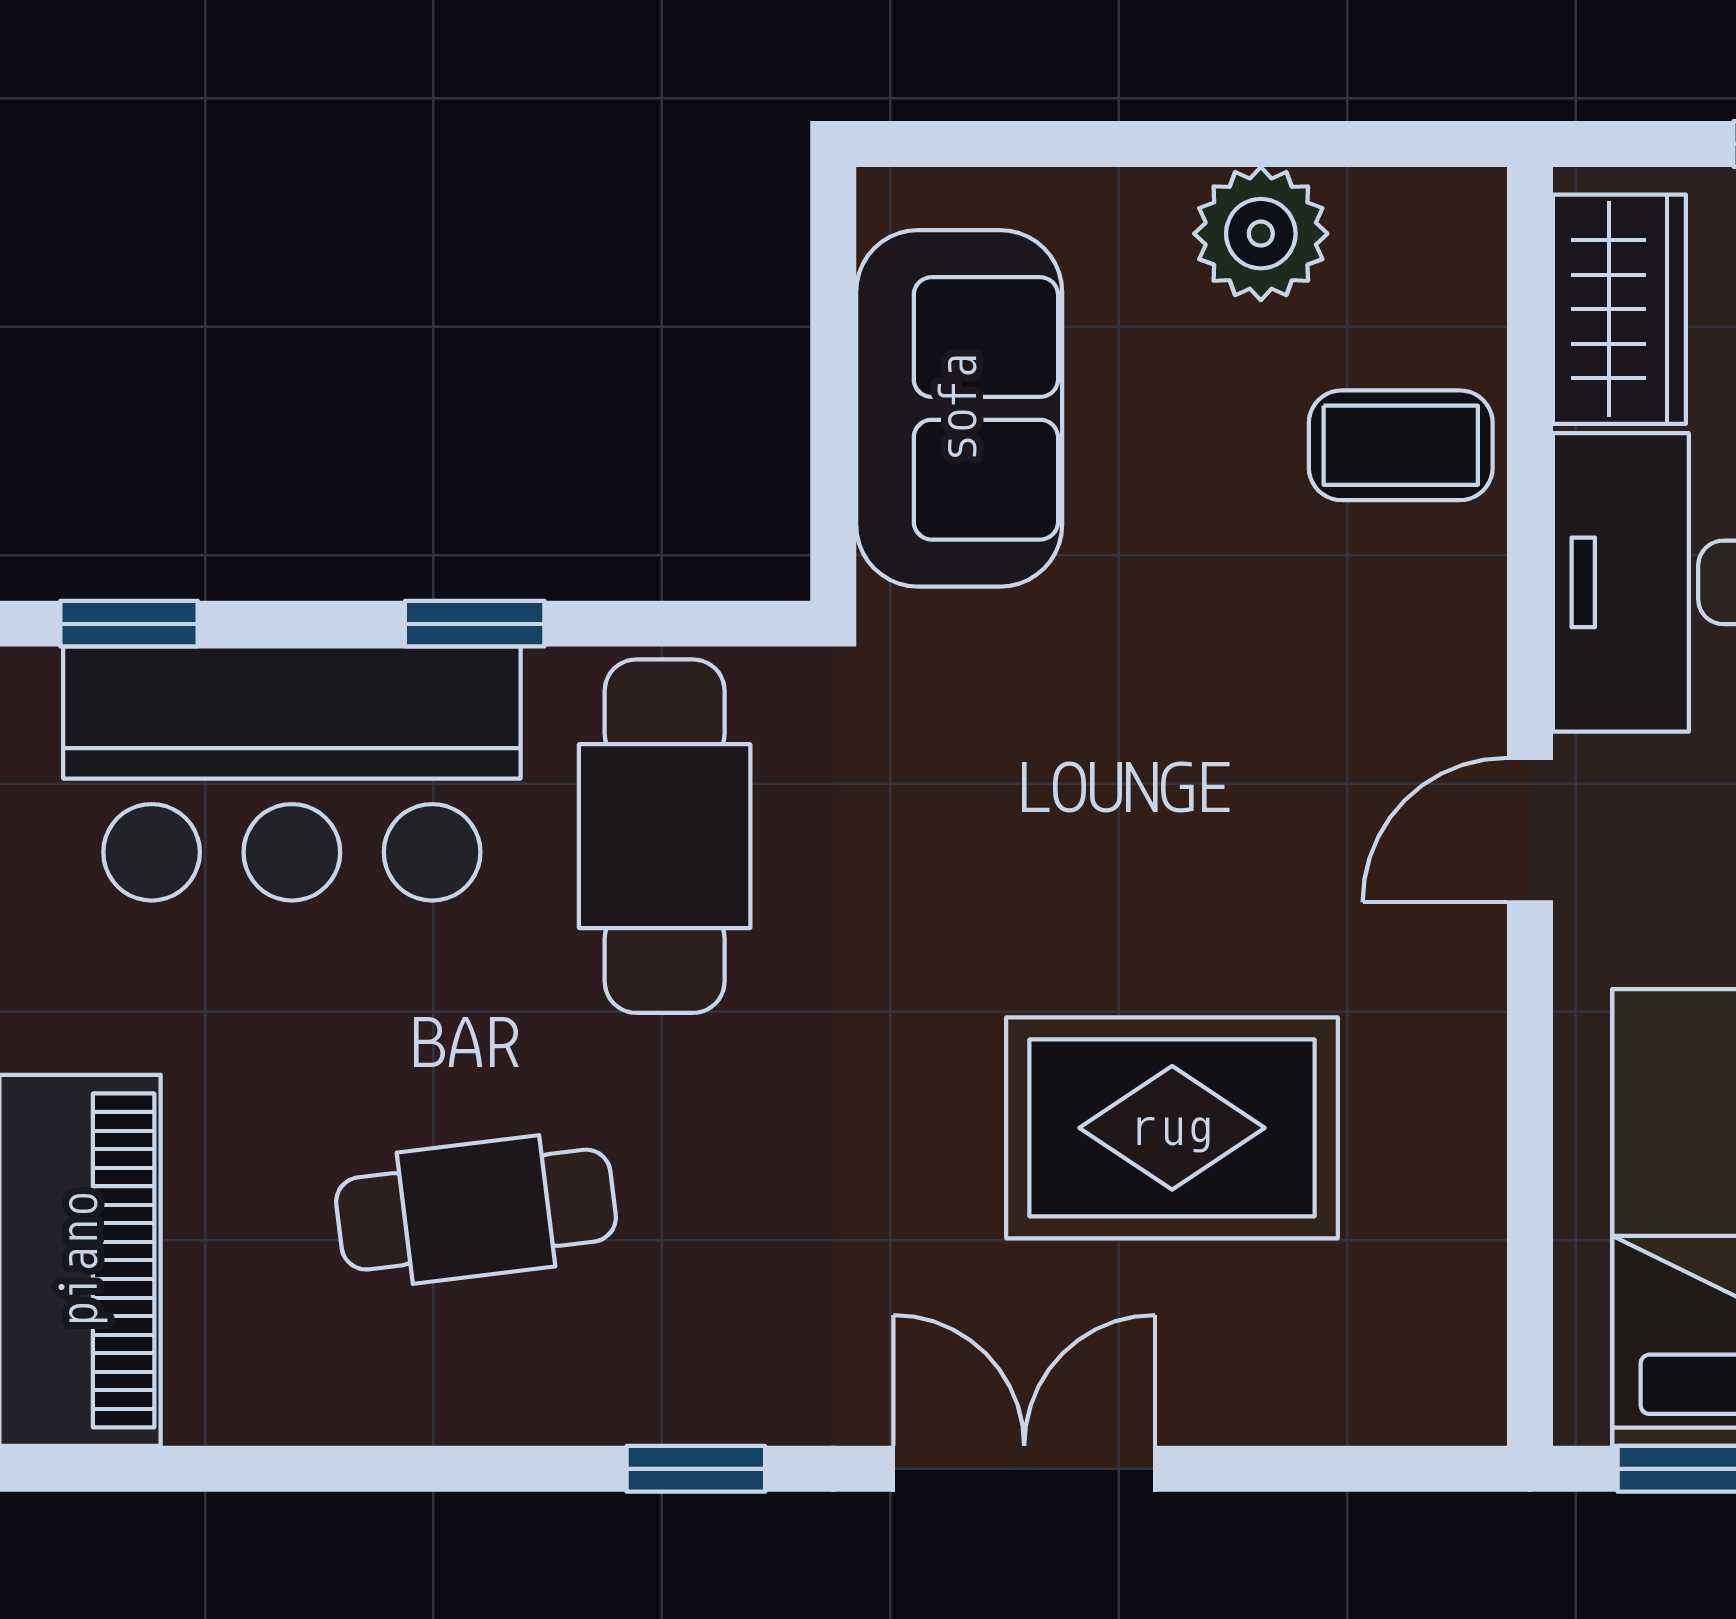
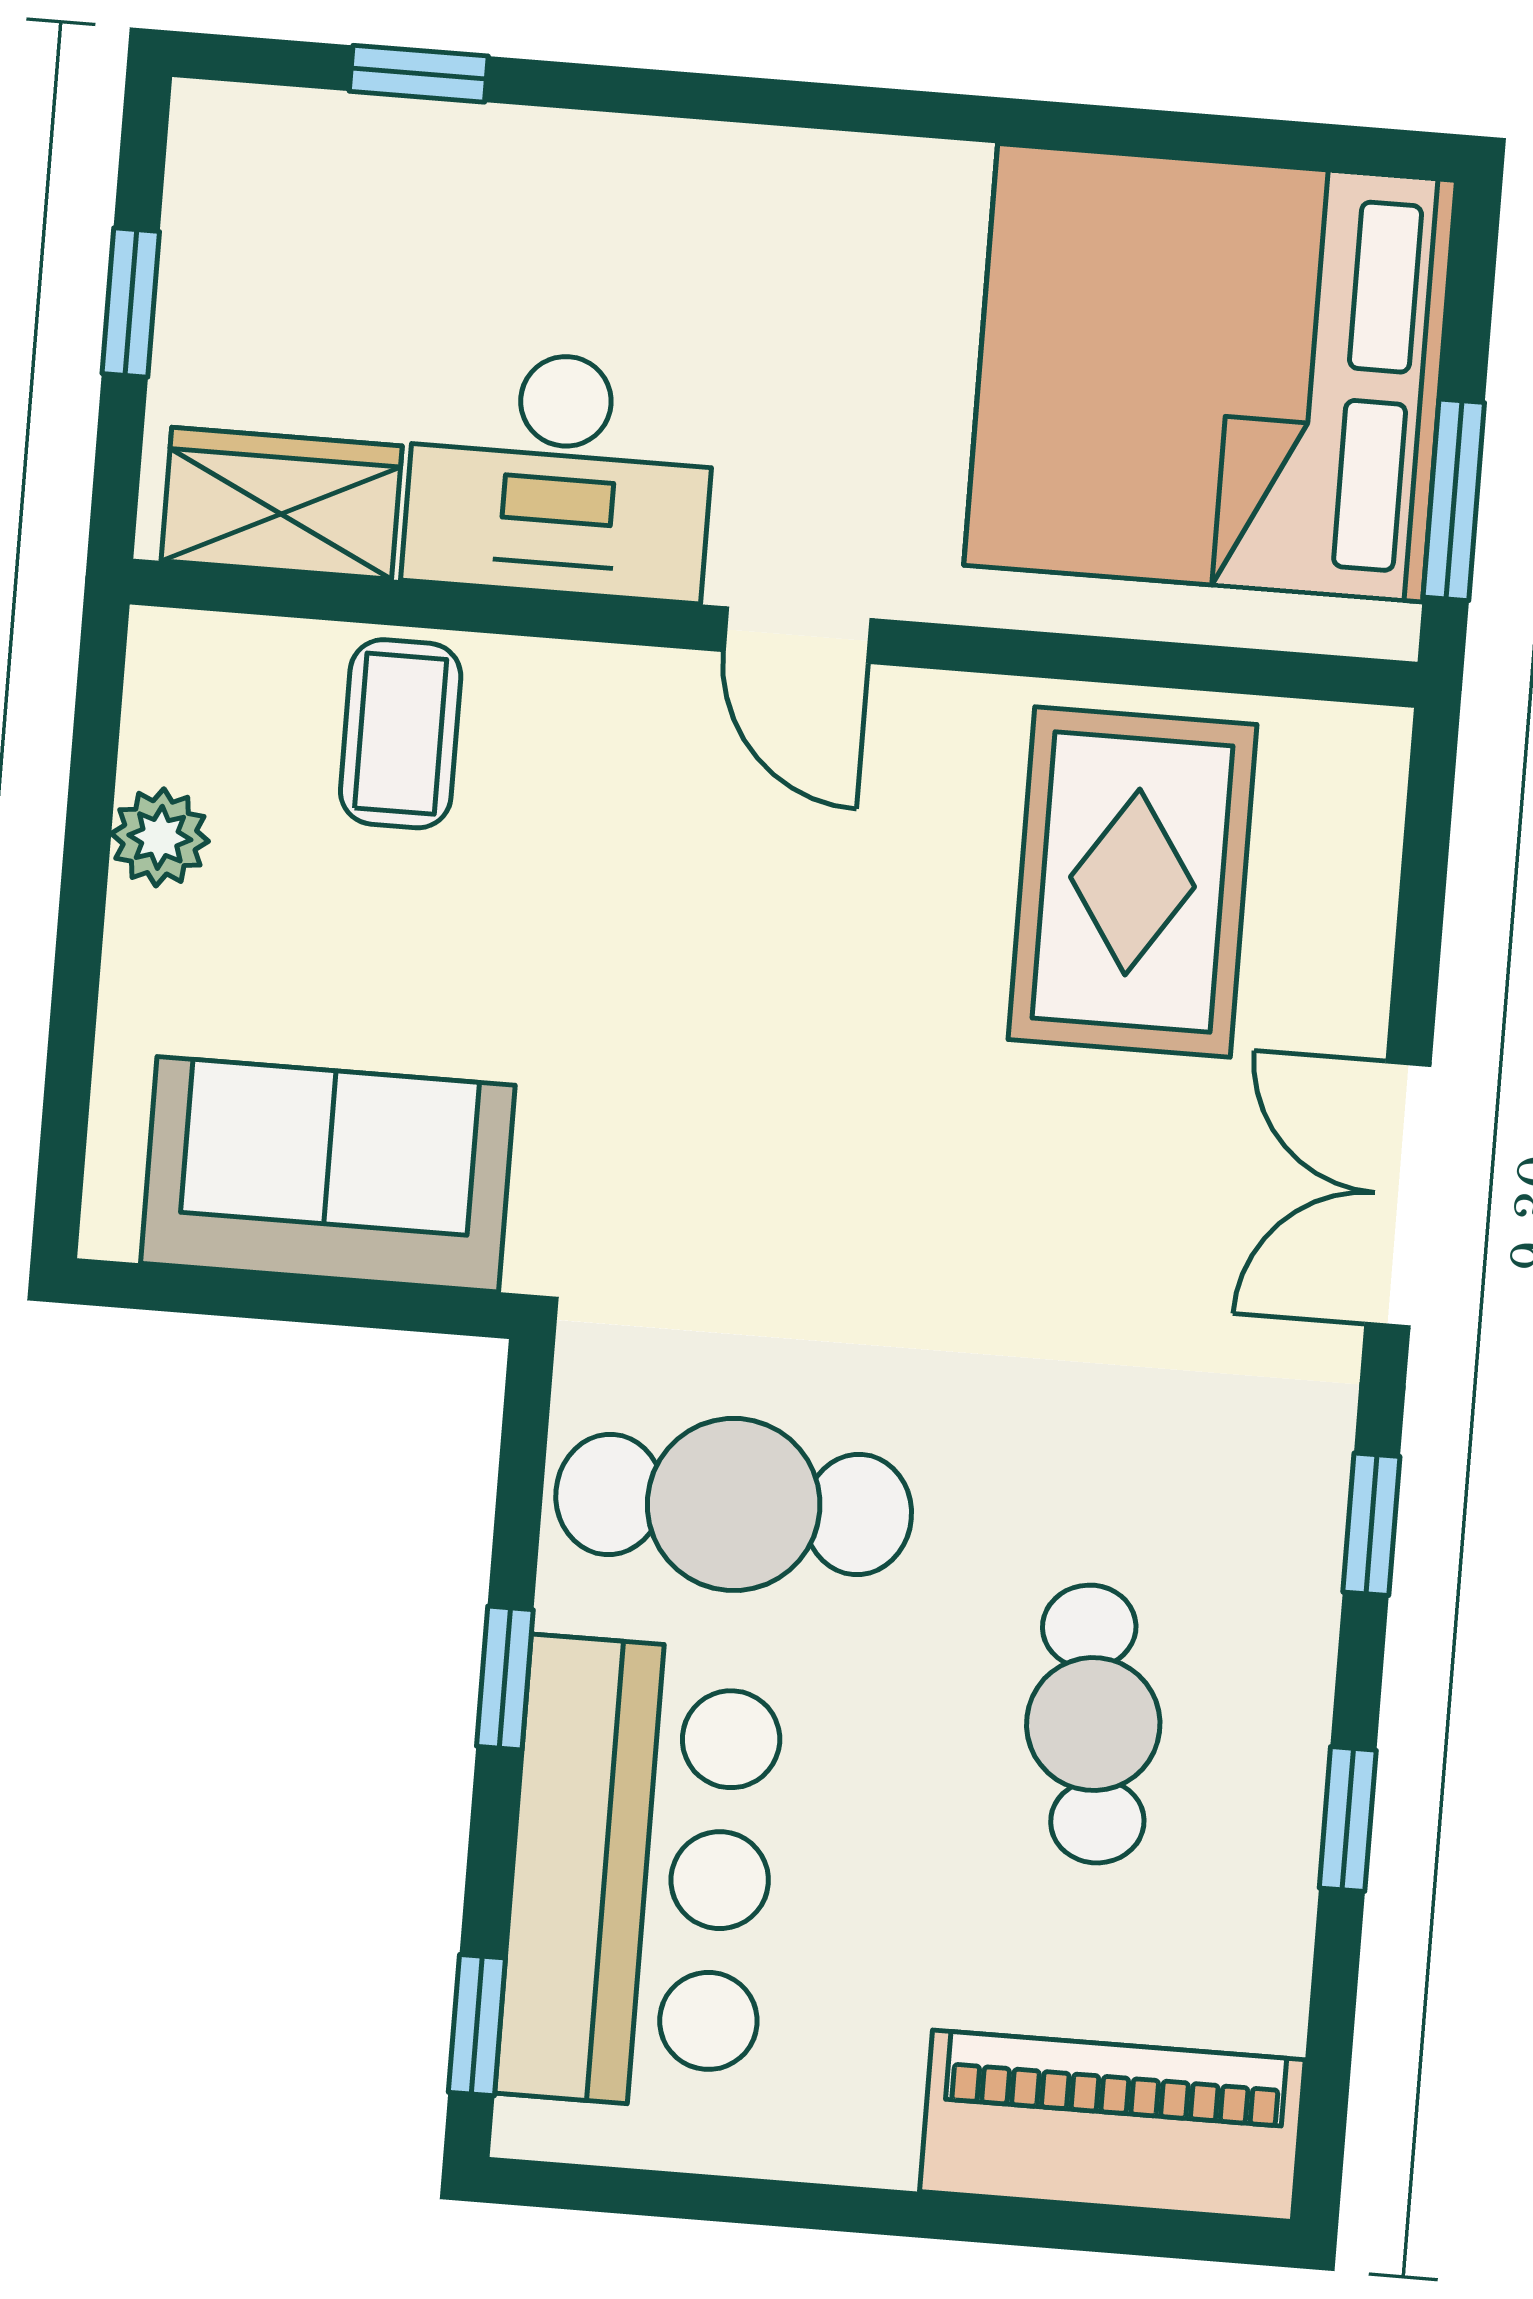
plant: (1261, 234) -> (160, 837), width x0.73, depth x0.73
rug: (1172, 1128) -> (1132, 882), moved
window: (402, 1469) -> (1348, 1819), added

